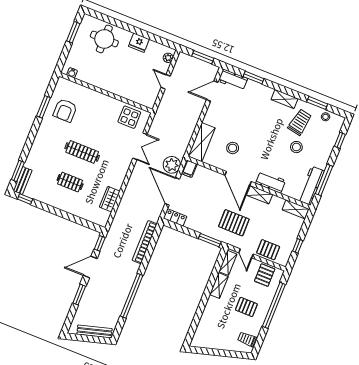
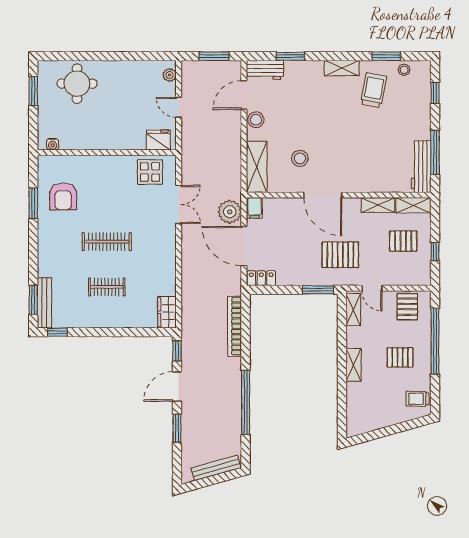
fridge: (139, 43) -> (158, 140), moved, turned 180
stool: (296, 147) -> (256, 120), moved
bench: (23, 181) -> (44, 303), width x1.36
workbench: (271, 182) -> (367, 183), removed
shelving: (260, 195) -> (378, 205), moved
wardrobe: (110, 199) -> (167, 312), moved
pallet: (268, 250) -> (403, 241), moved
shelving: (219, 286) -> (354, 365), moved

